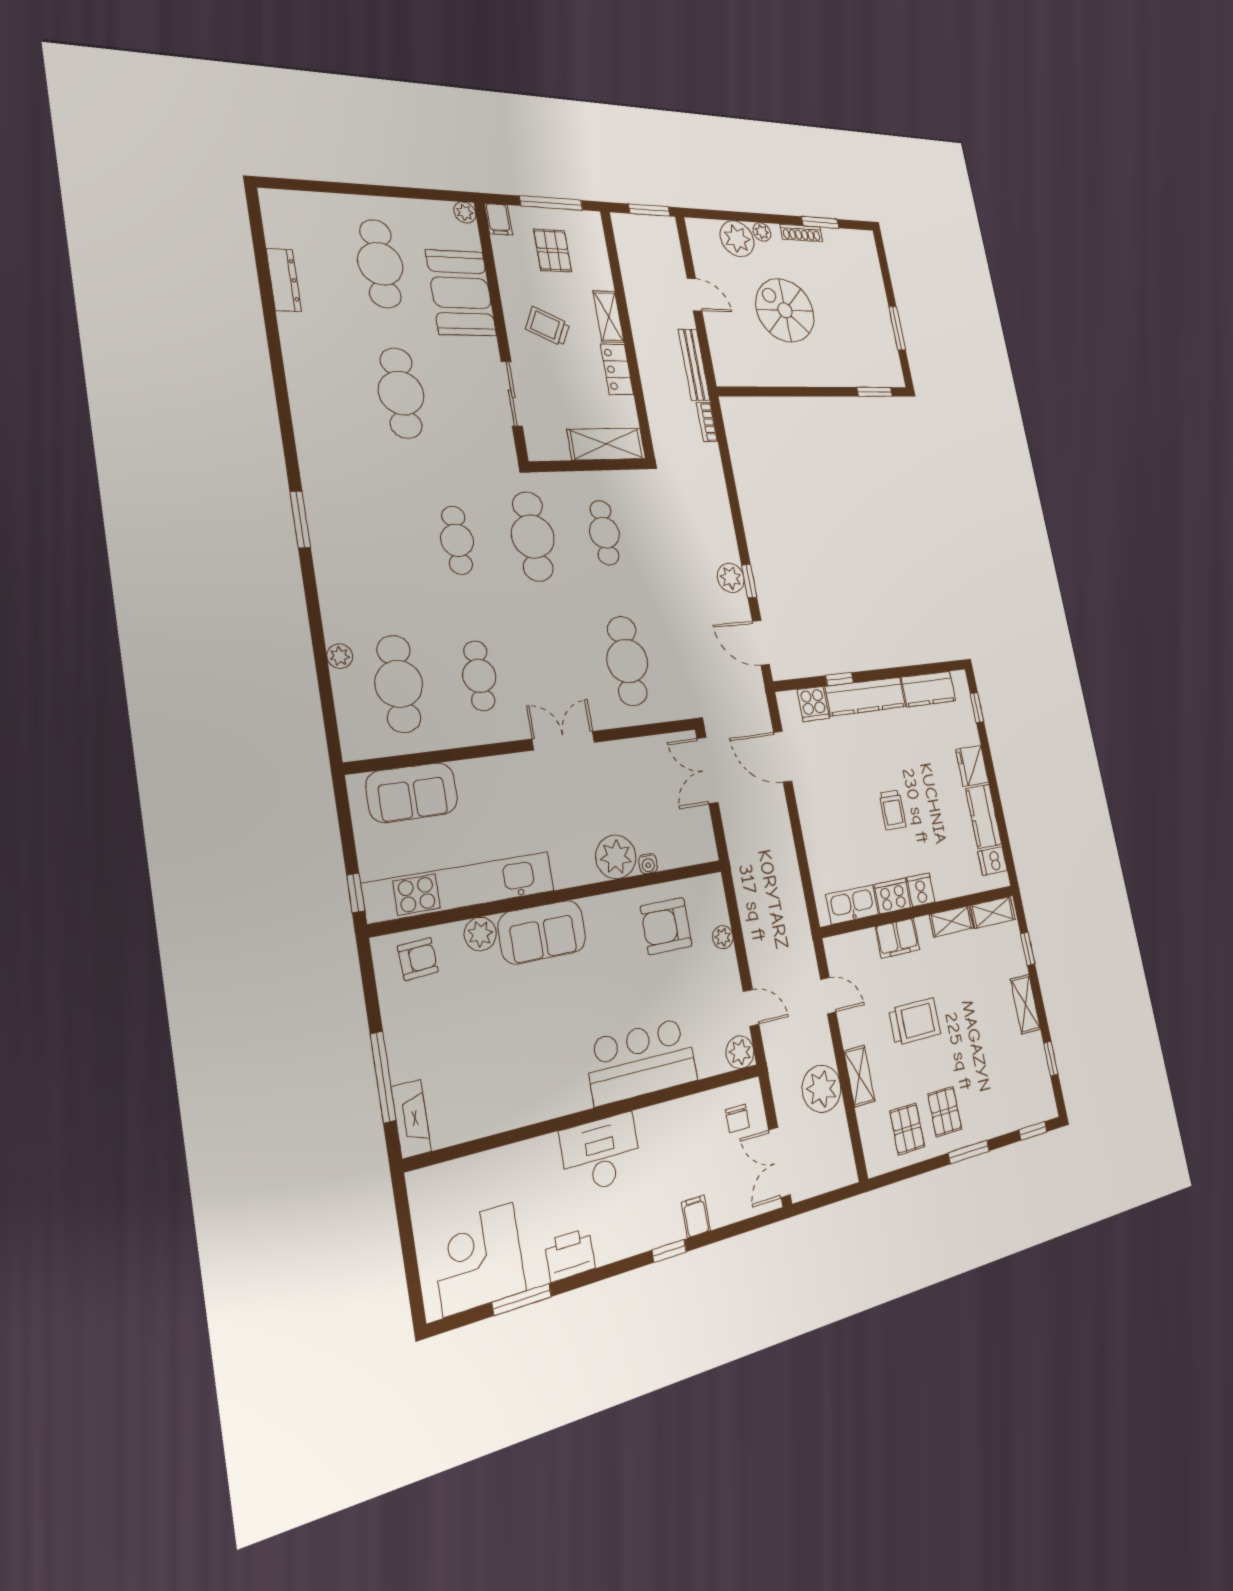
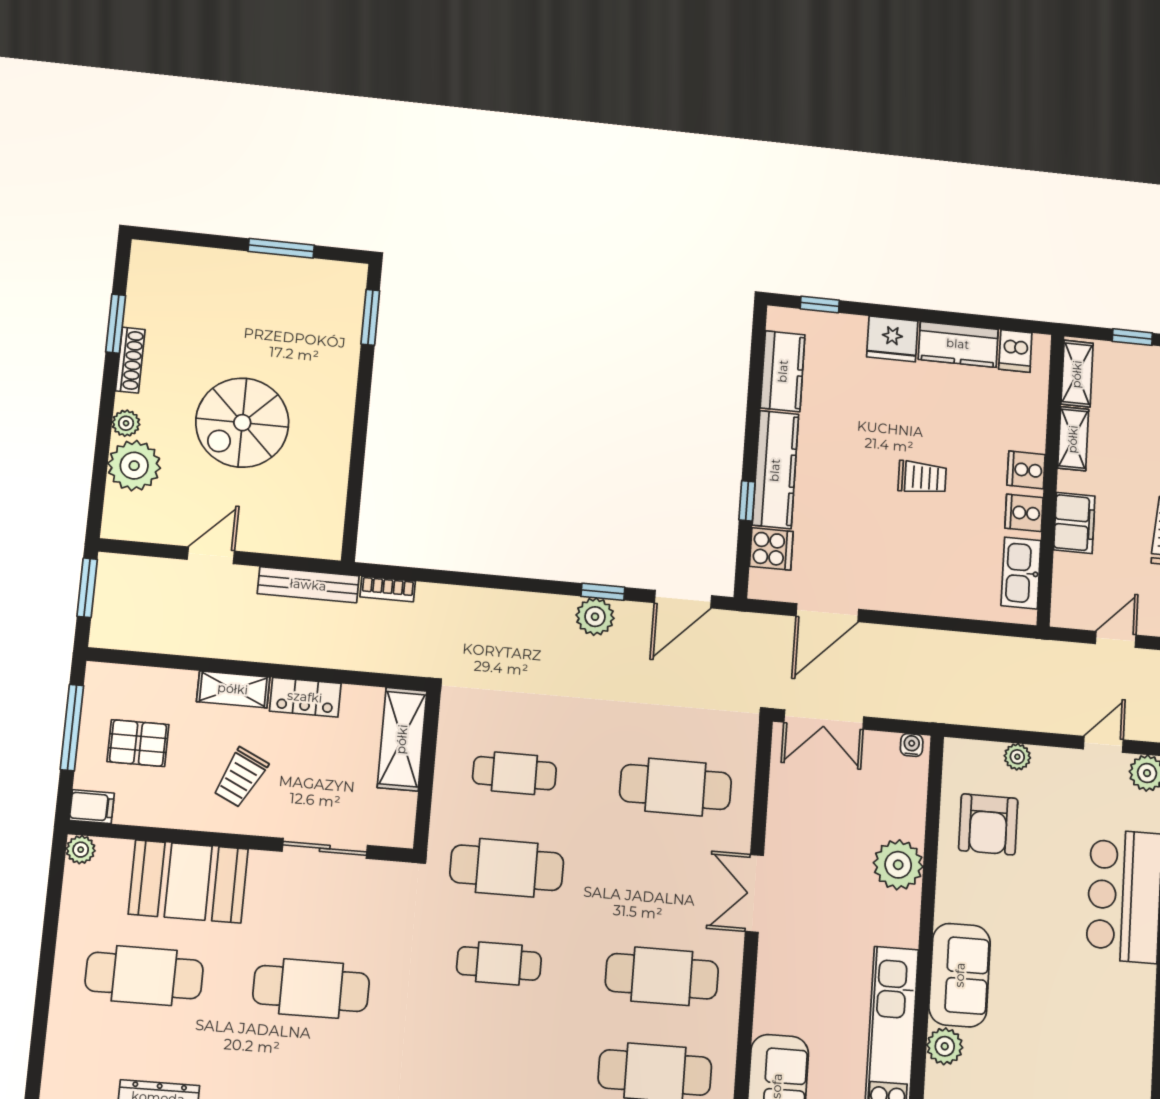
cafe table: (479, 676) -> (662, 976), width x1.37, depth x1.35
water cooler: (648, 864) -> (912, 745), moved, turned -90
cooker: (893, 896) -> (1024, 513), width x0.73

